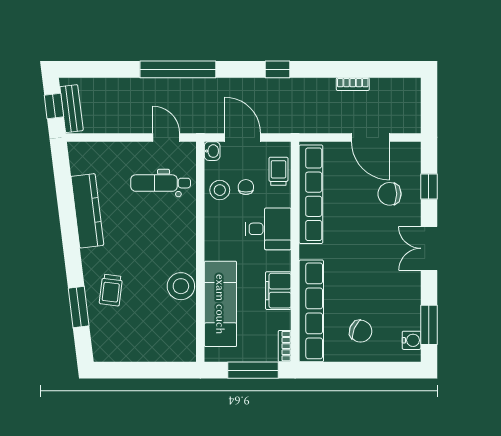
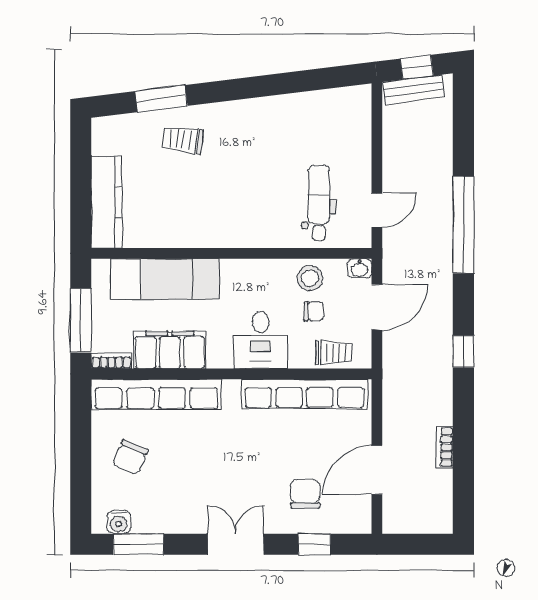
kitchen counter: (87, 211) -> (107, 202), moved, turned -83
stool: (181, 286) -> (188, 229), removed
filing cabinet: (278, 291) -> (170, 350), width x1.50, depth x1.17

